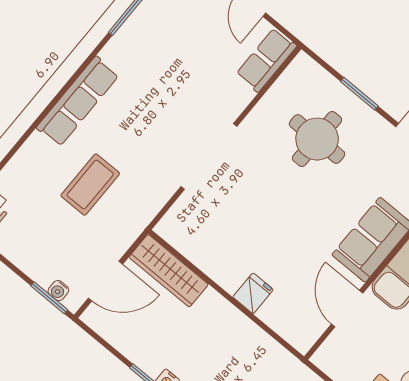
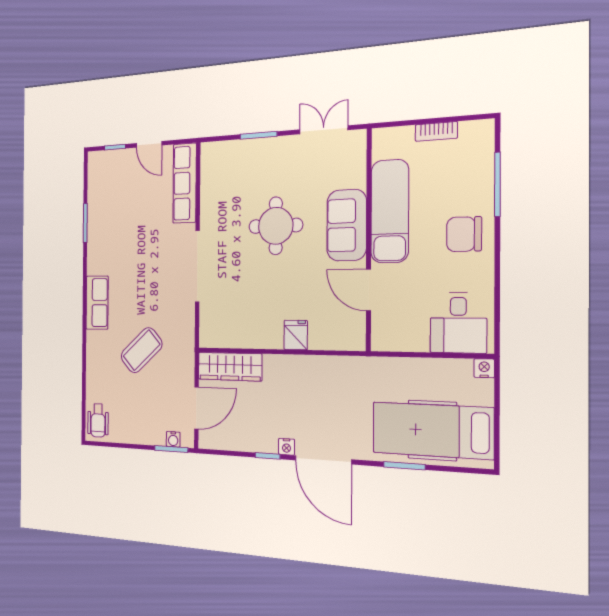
row of seats: (266, 60) -> (185, 183), width x1.48
row of seats: (78, 101) -> (97, 303), width x0.68
round table: (317, 139) -> (276, 226), moved
coffee table: (90, 185) -> (142, 350), turned 48

